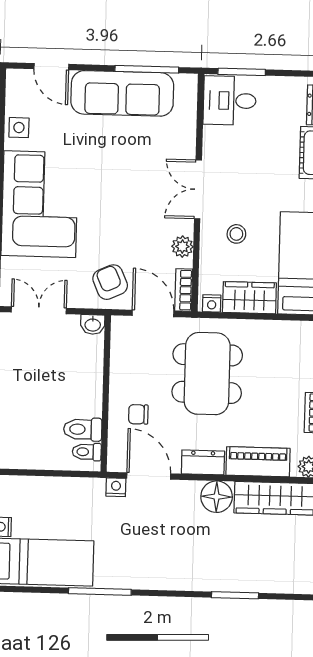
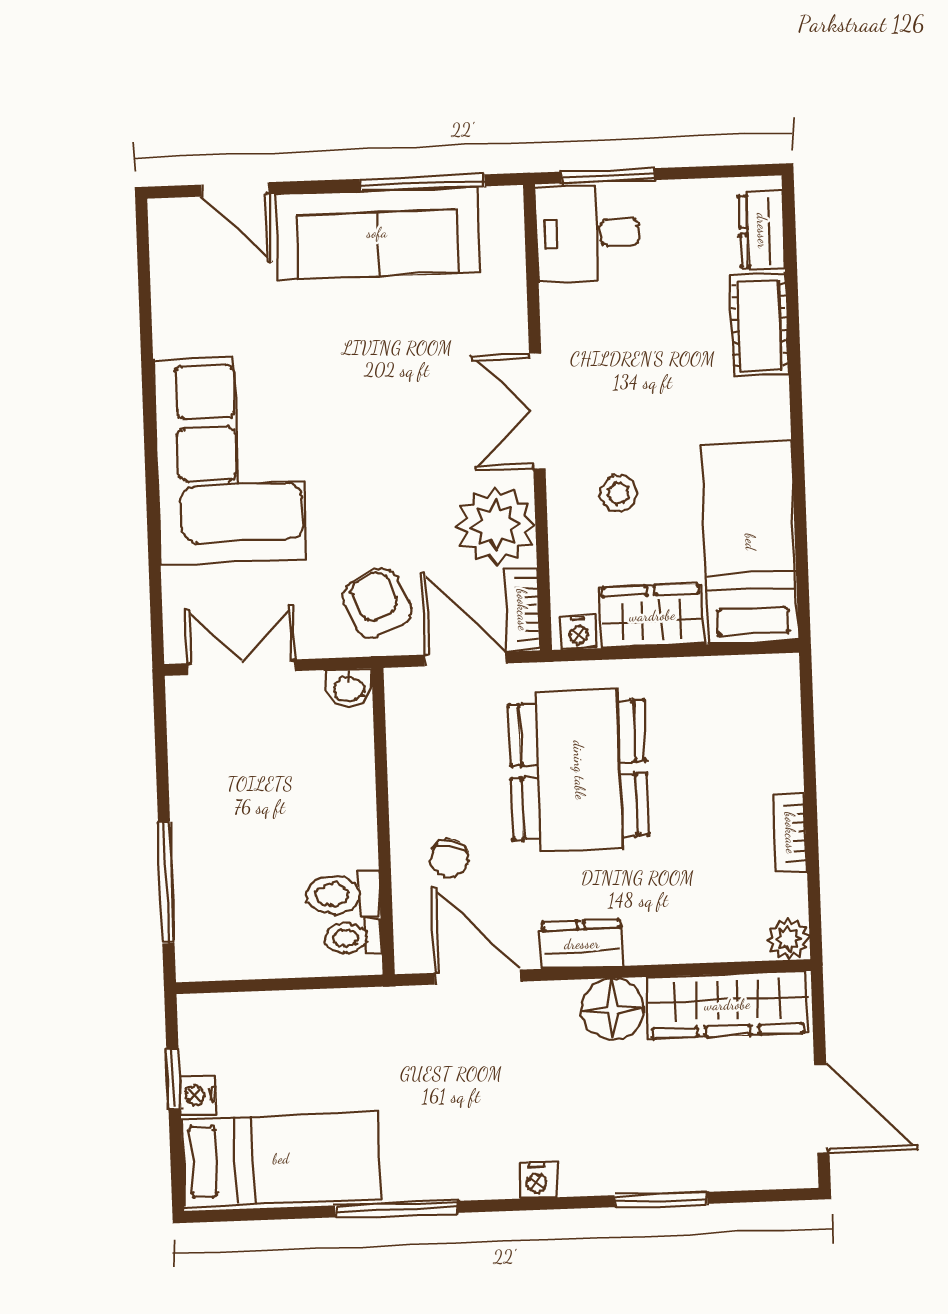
side table: (19, 128) -> (180, 313), removed
plant: (182, 247) -> (496, 525), width x1.88, depth x1.88
chair: (138, 414) -> (449, 858), turned -79
piano: (258, 462) -> (689, 936), removed
nightstand: (116, 487) -> (537, 1180), moved, turned 180

